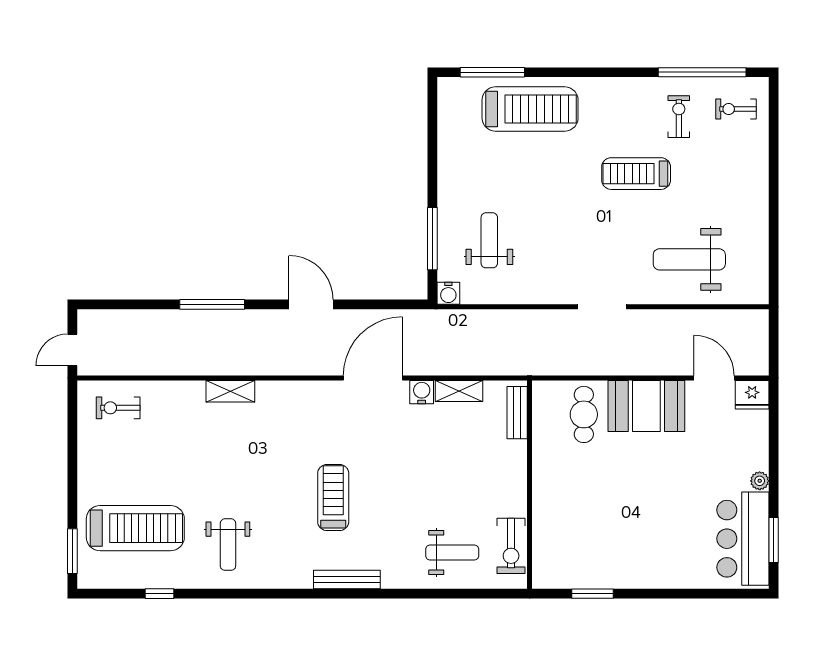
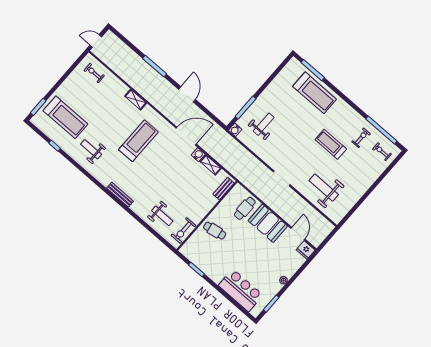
treadmill: (333, 498) -> (138, 141), moved, width x1.37, depth x1.38
cafe table: (565, 499) -> (215, 231), added
bar counter: (743, 539) -> (241, 290), moved, turned 90
weight bench: (228, 545) -> (91, 149), turned 90

